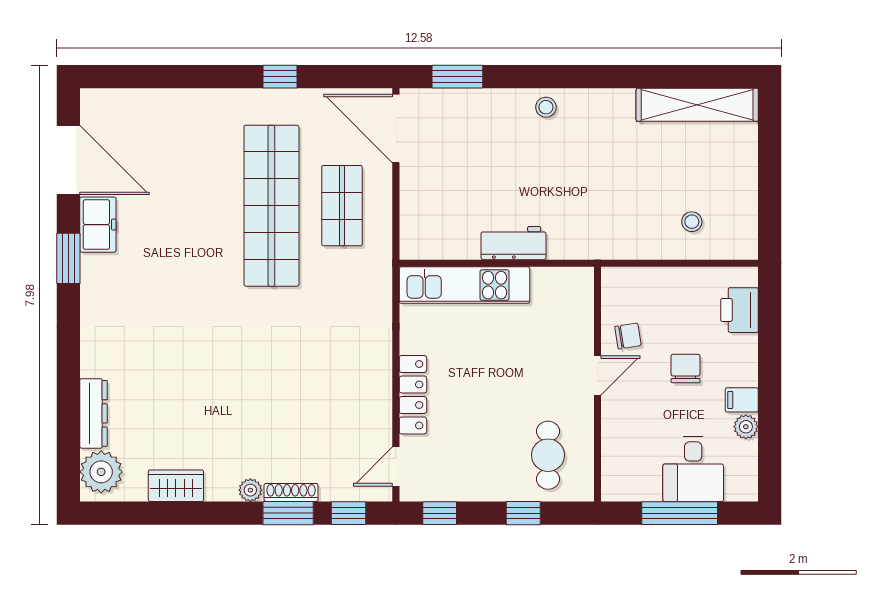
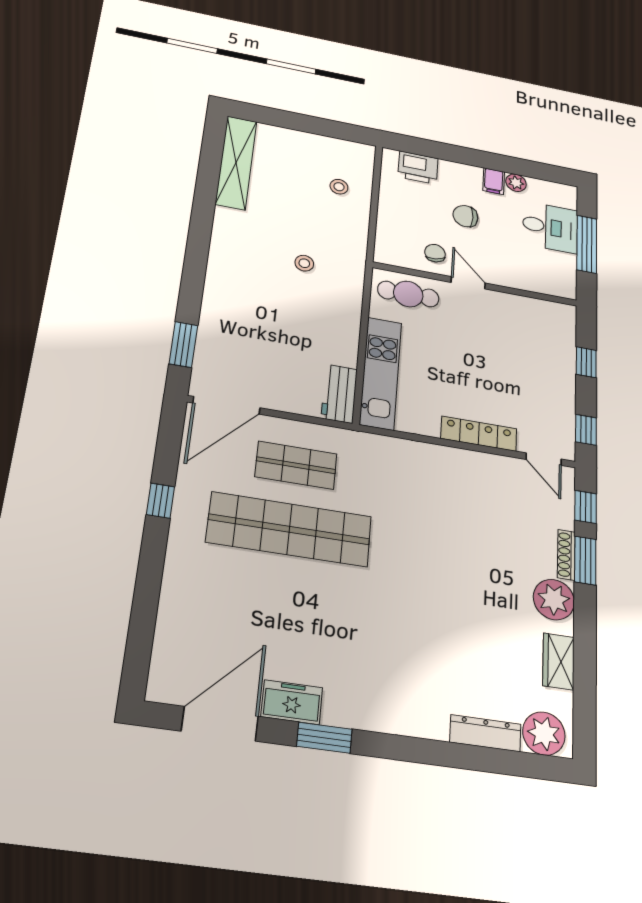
stool: (546, 107) -> (304, 263), moved
workbench: (514, 243) -> (339, 394), moved
cafe table: (548, 455) -> (408, 294), moved
plant: (250, 490) -> (554, 600), width x1.87, depth x1.87

